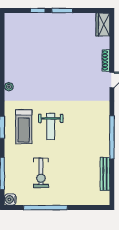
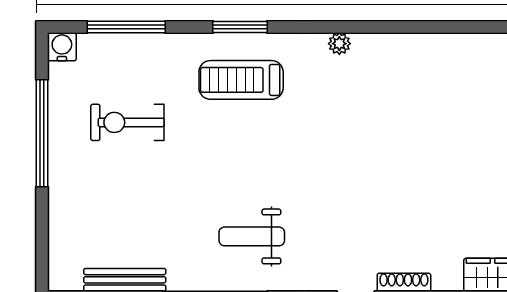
weight bench: (51, 126) -> (252, 236), moved

